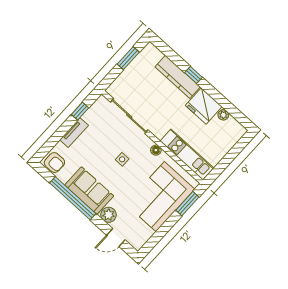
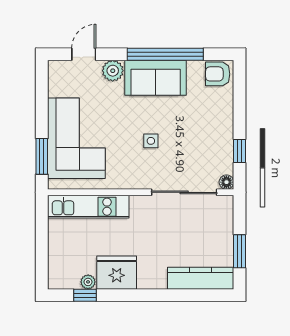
window: (193, 75) -> (85, 295), moved
kitchen counter: (178, 77) -> (201, 278), moved
tv unit: (74, 133) -> (226, 123), removed
floor lamp: (156, 150) -> (226, 182), moved

